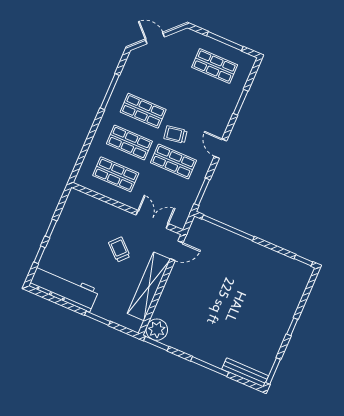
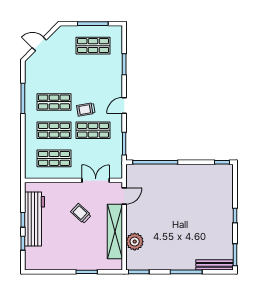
door: (221, 149) -> (124, 105), hinge flipped
workbench: (64, 288) -> (35, 219), moved, turned 90
plant: (157, 330) -> (135, 242), moved

